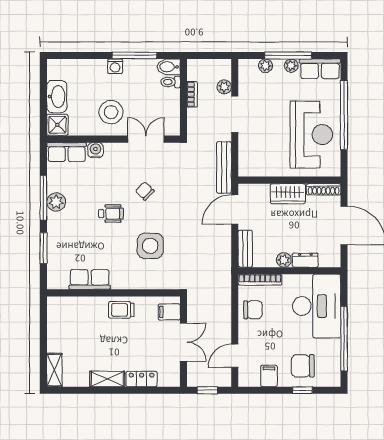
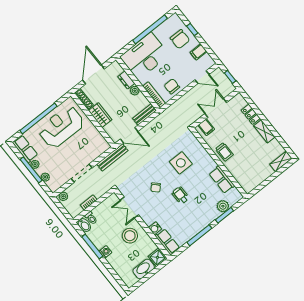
plant: (224, 87) -> (63, 196), moved
plant: (56, 202) -> (223, 206), moved

